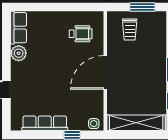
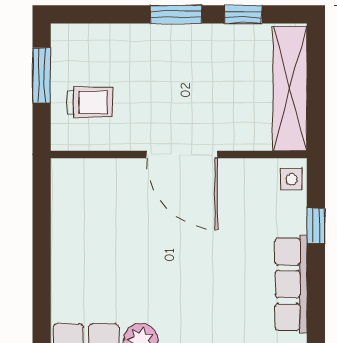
wheelchair: (81, 34) -> (99, 207), removed

